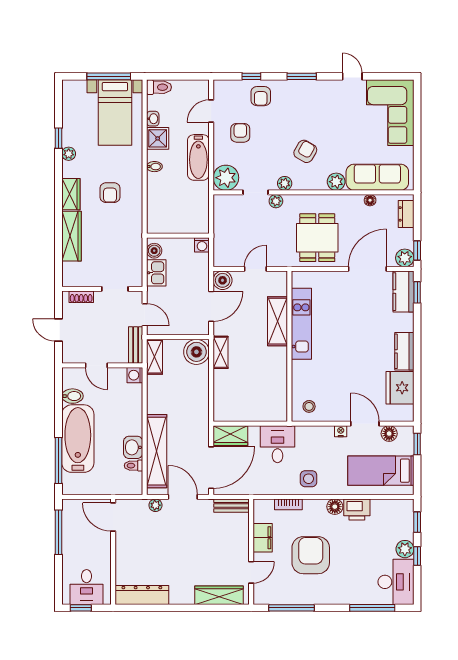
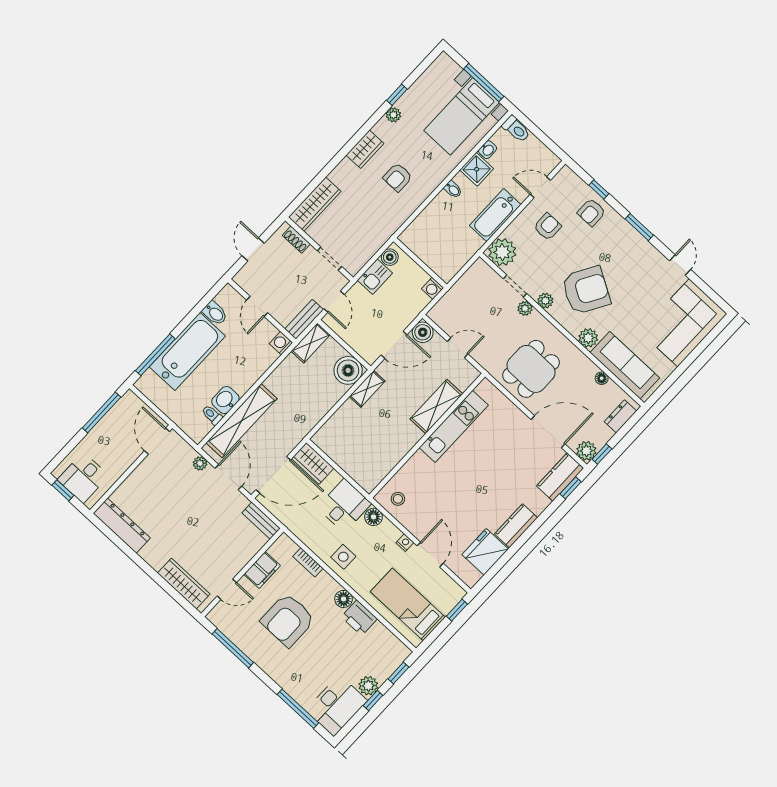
armchair: (305, 151) -> (586, 290), width x1.88, depth x1.88
wardrobe: (71, 236) -> (315, 204), moved
floor lamp: (389, 434) -> (374, 517), moved
armchair: (311, 555) -> (288, 620), turned 180

